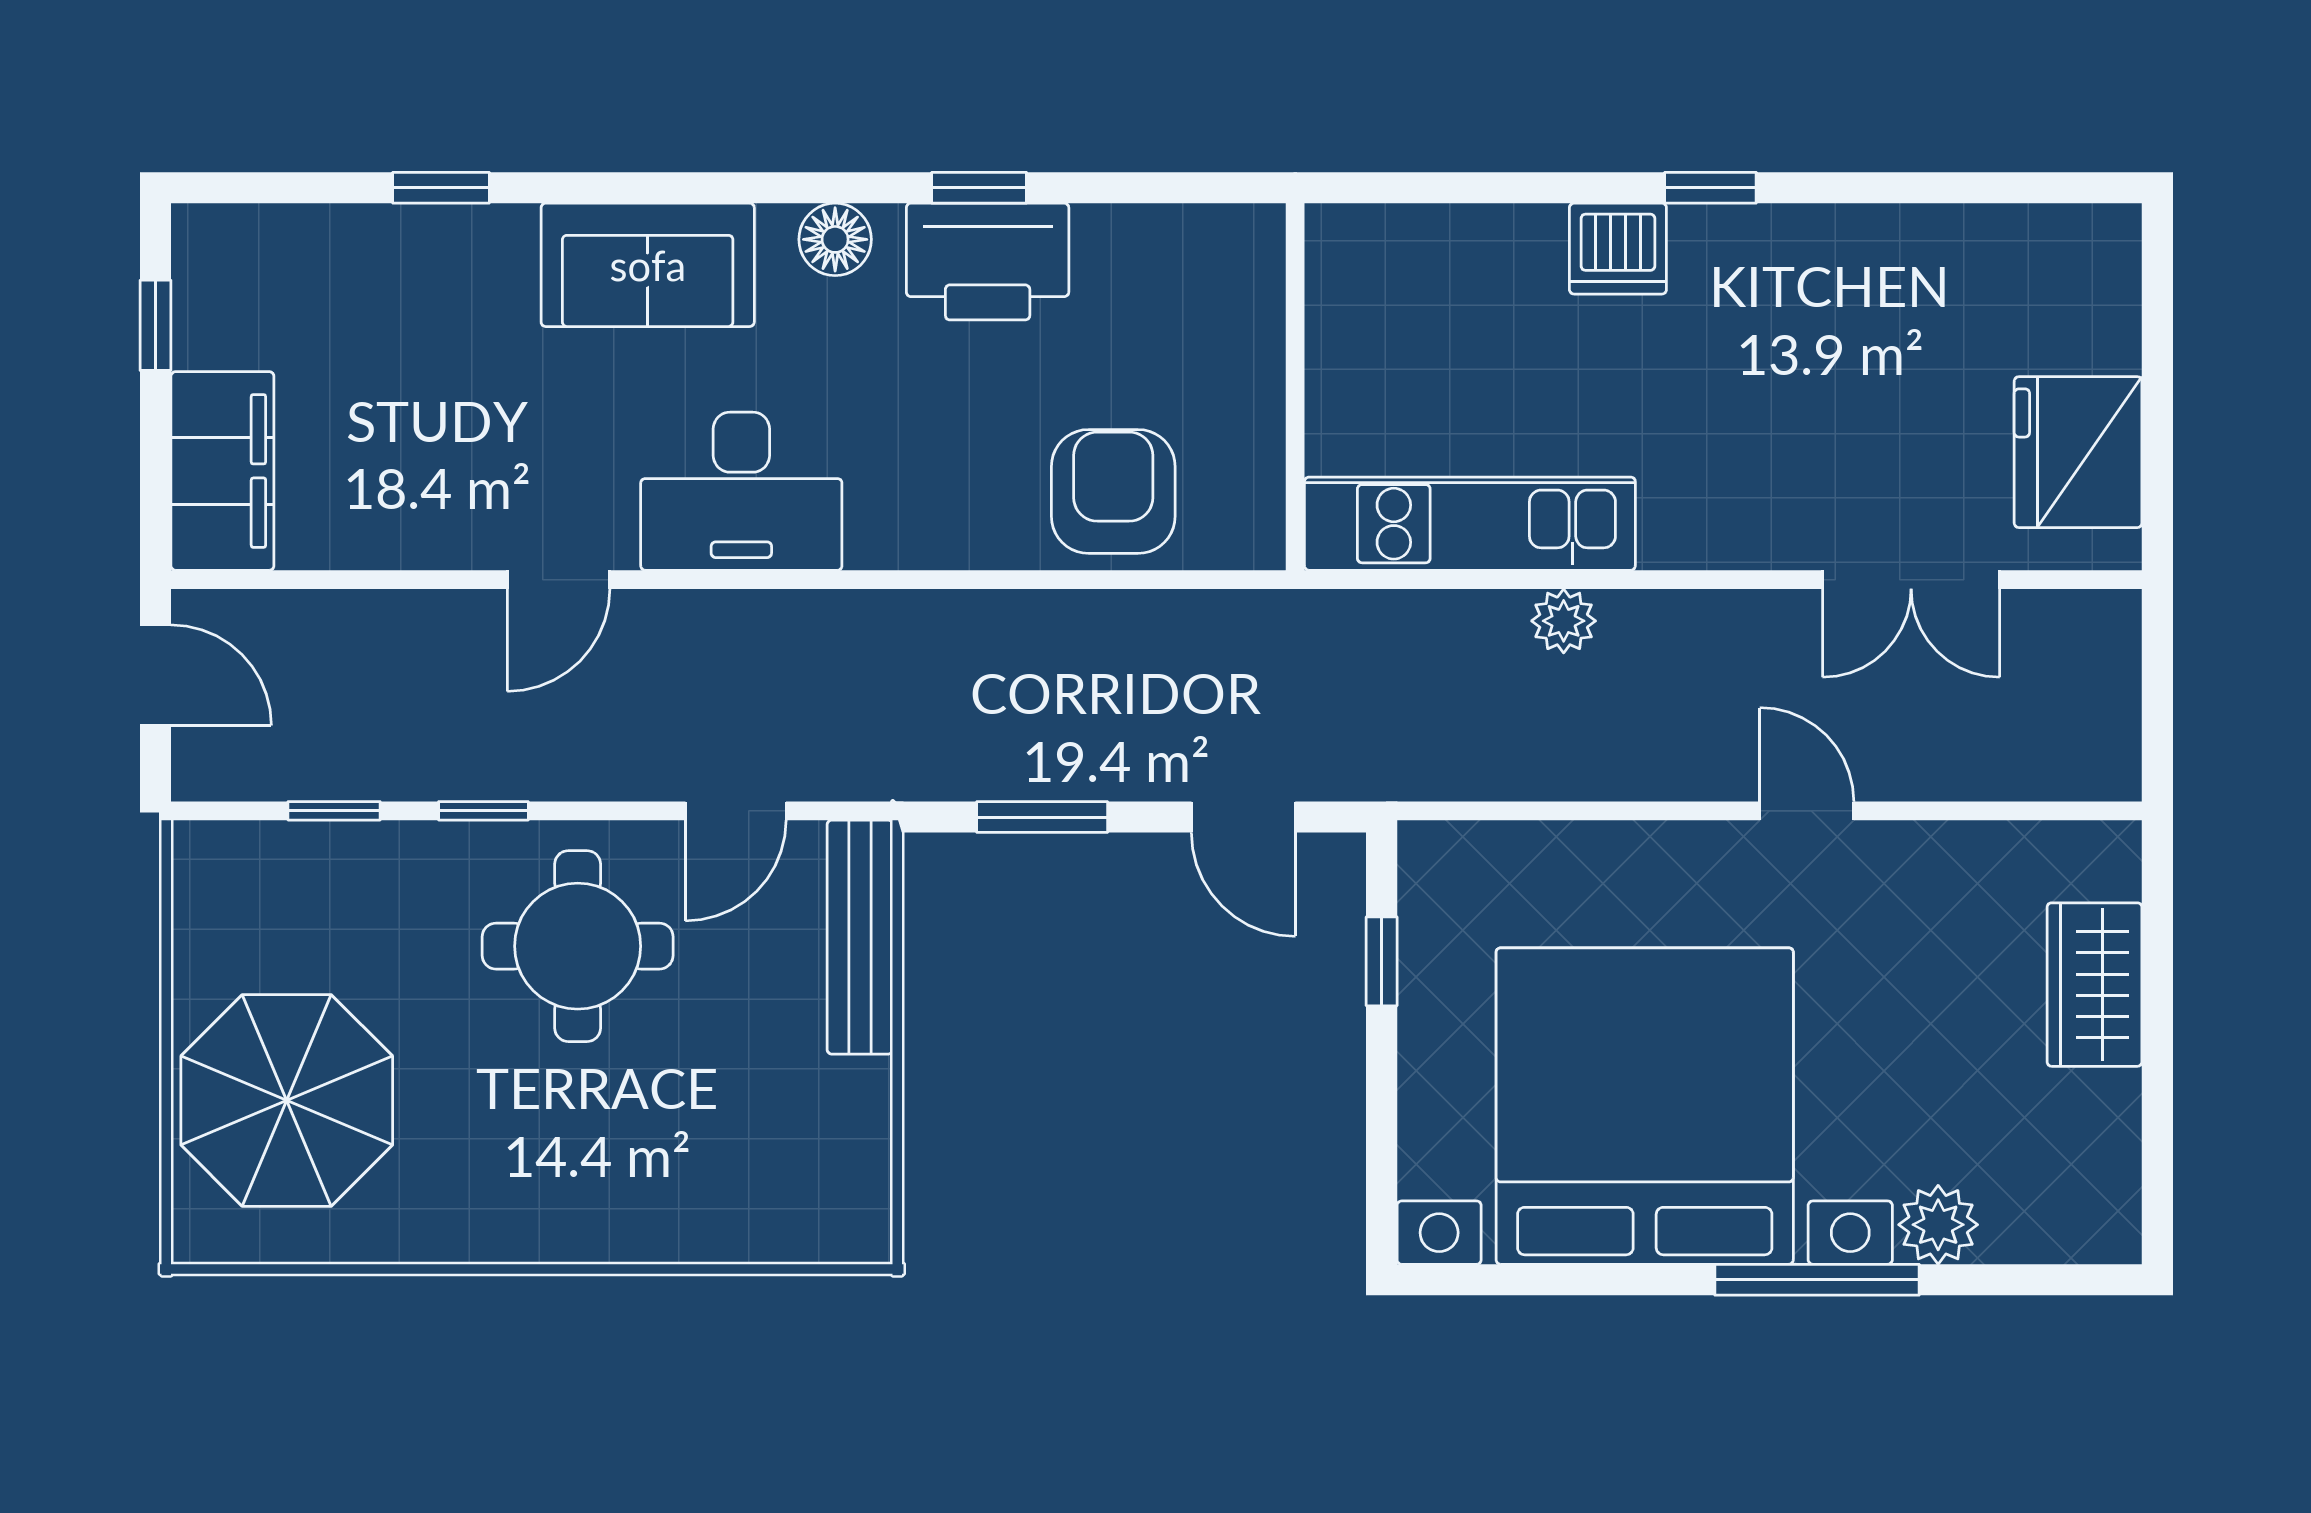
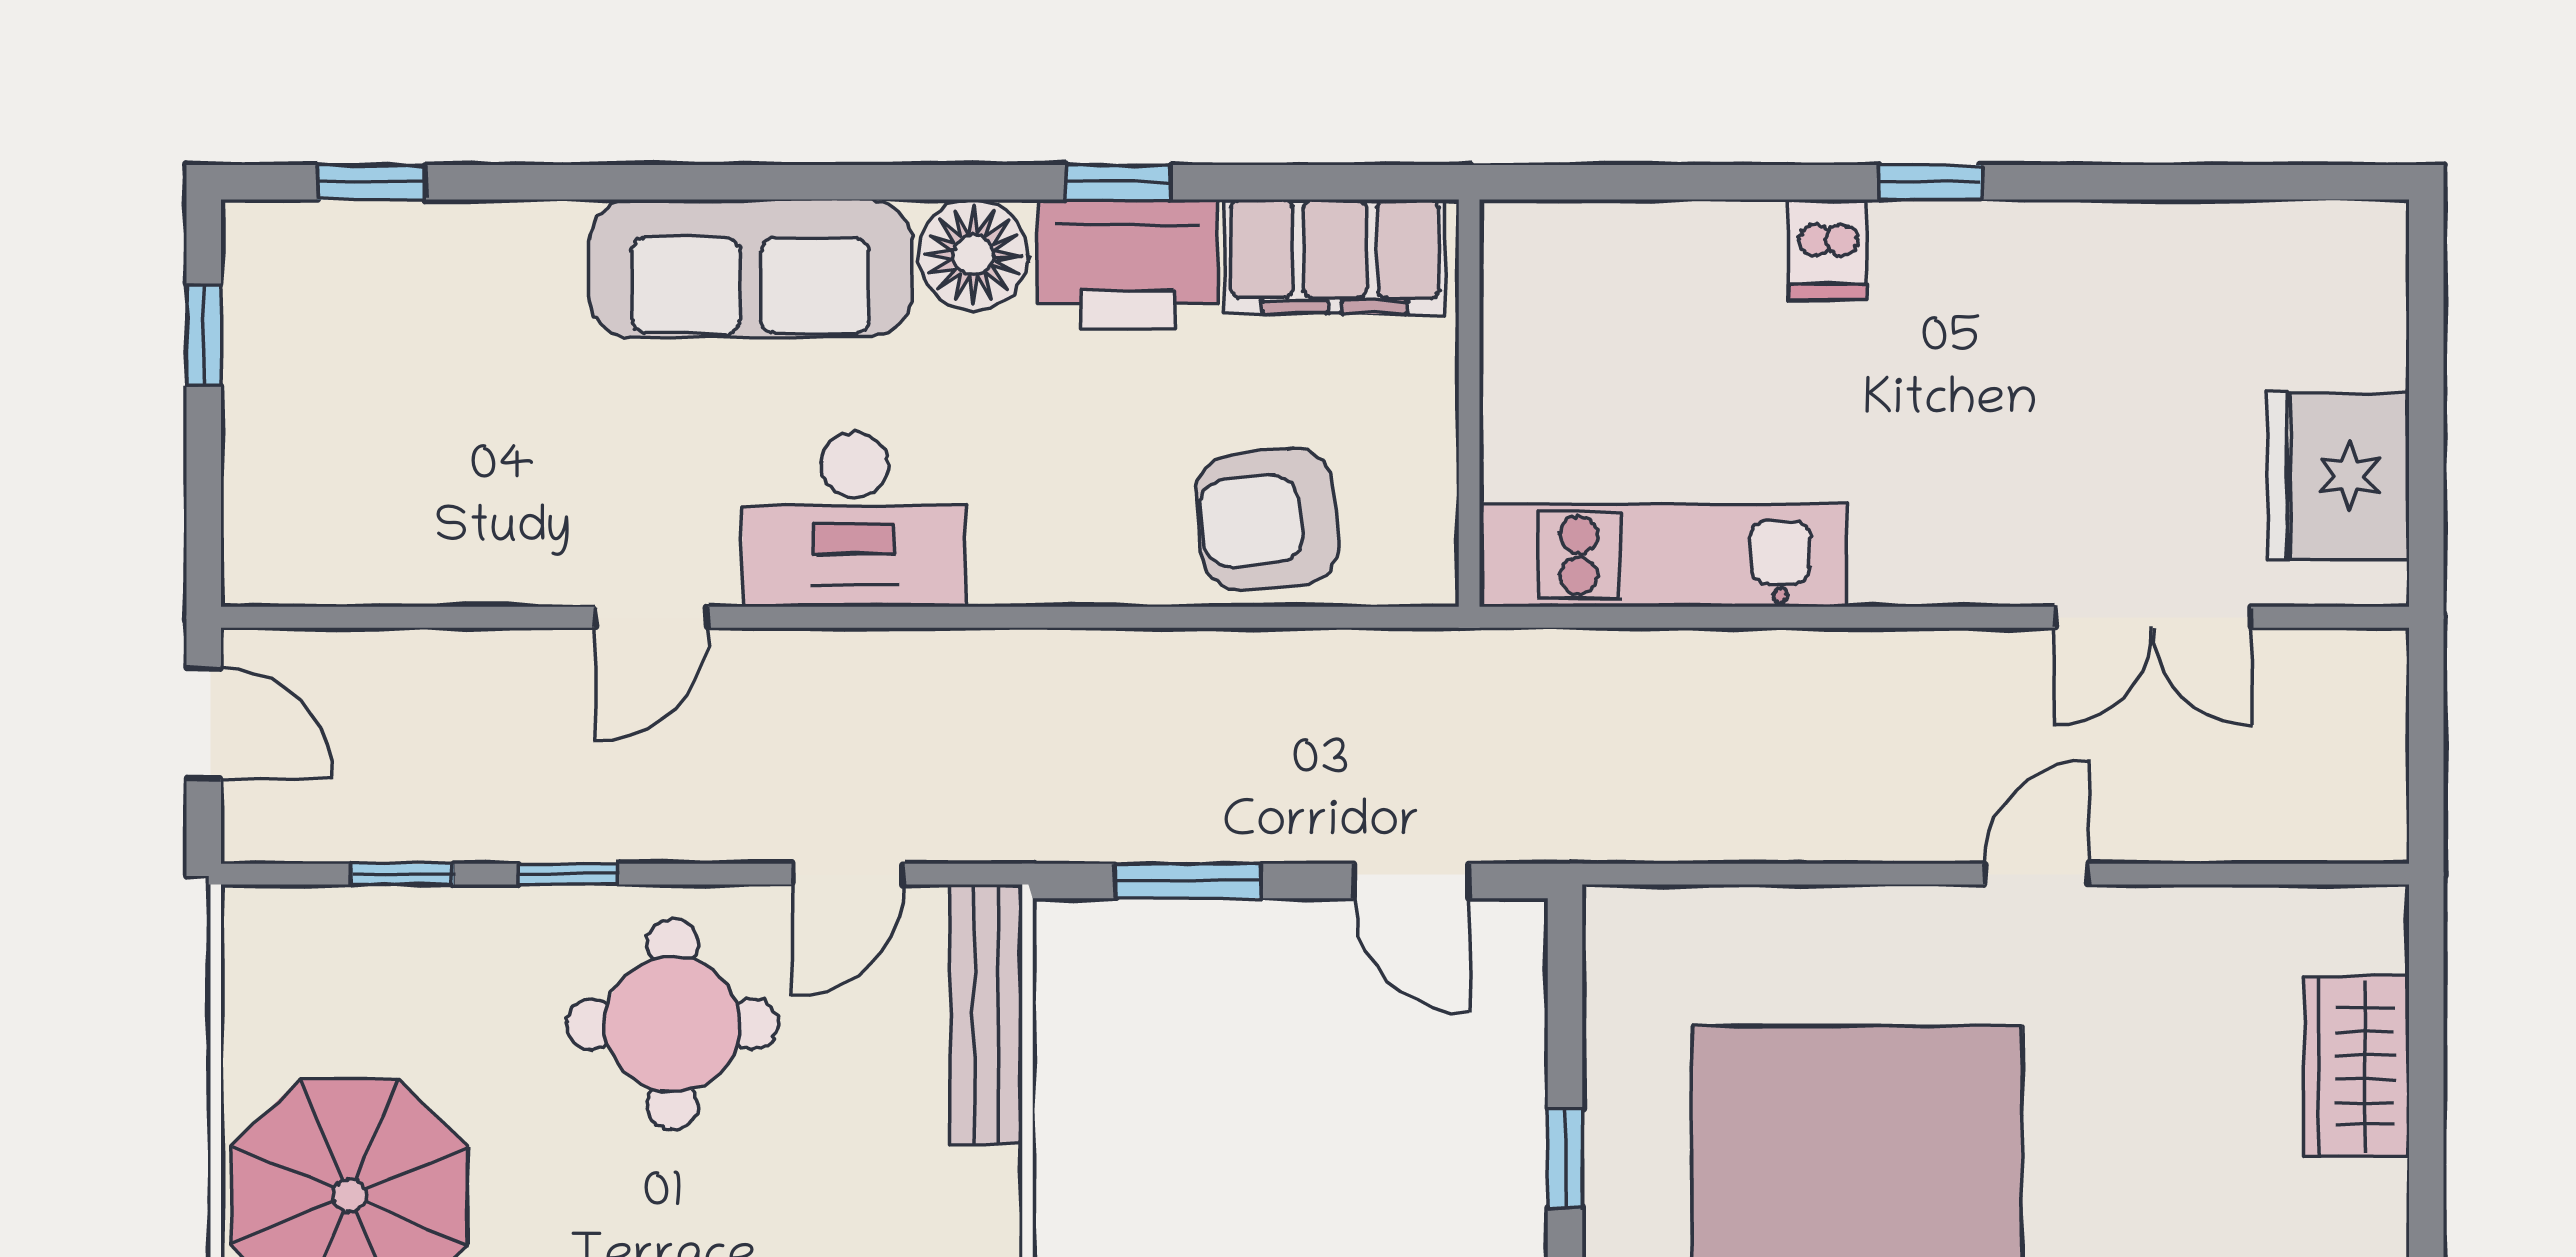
window: (441, 188) -> (371, 182), moved
floor lamp: (835, 239) -> (973, 255), width x1.38, depth x1.38
dishwasher: (1618, 249) -> (1827, 250), width x0.73
sofa: (648, 265) -> (750, 268), width x1.36
filing cabinet: (222, 471) -> (1335, 257), moved, turned 90
armchair: (1113, 491) -> (1267, 520), turned -96
plant: (1564, 621) -> (1767, 663), removed
door: (1807, 811) -> (2037, 874), hinge flipped
window: (1382, 961) -> (1565, 1159), moved

